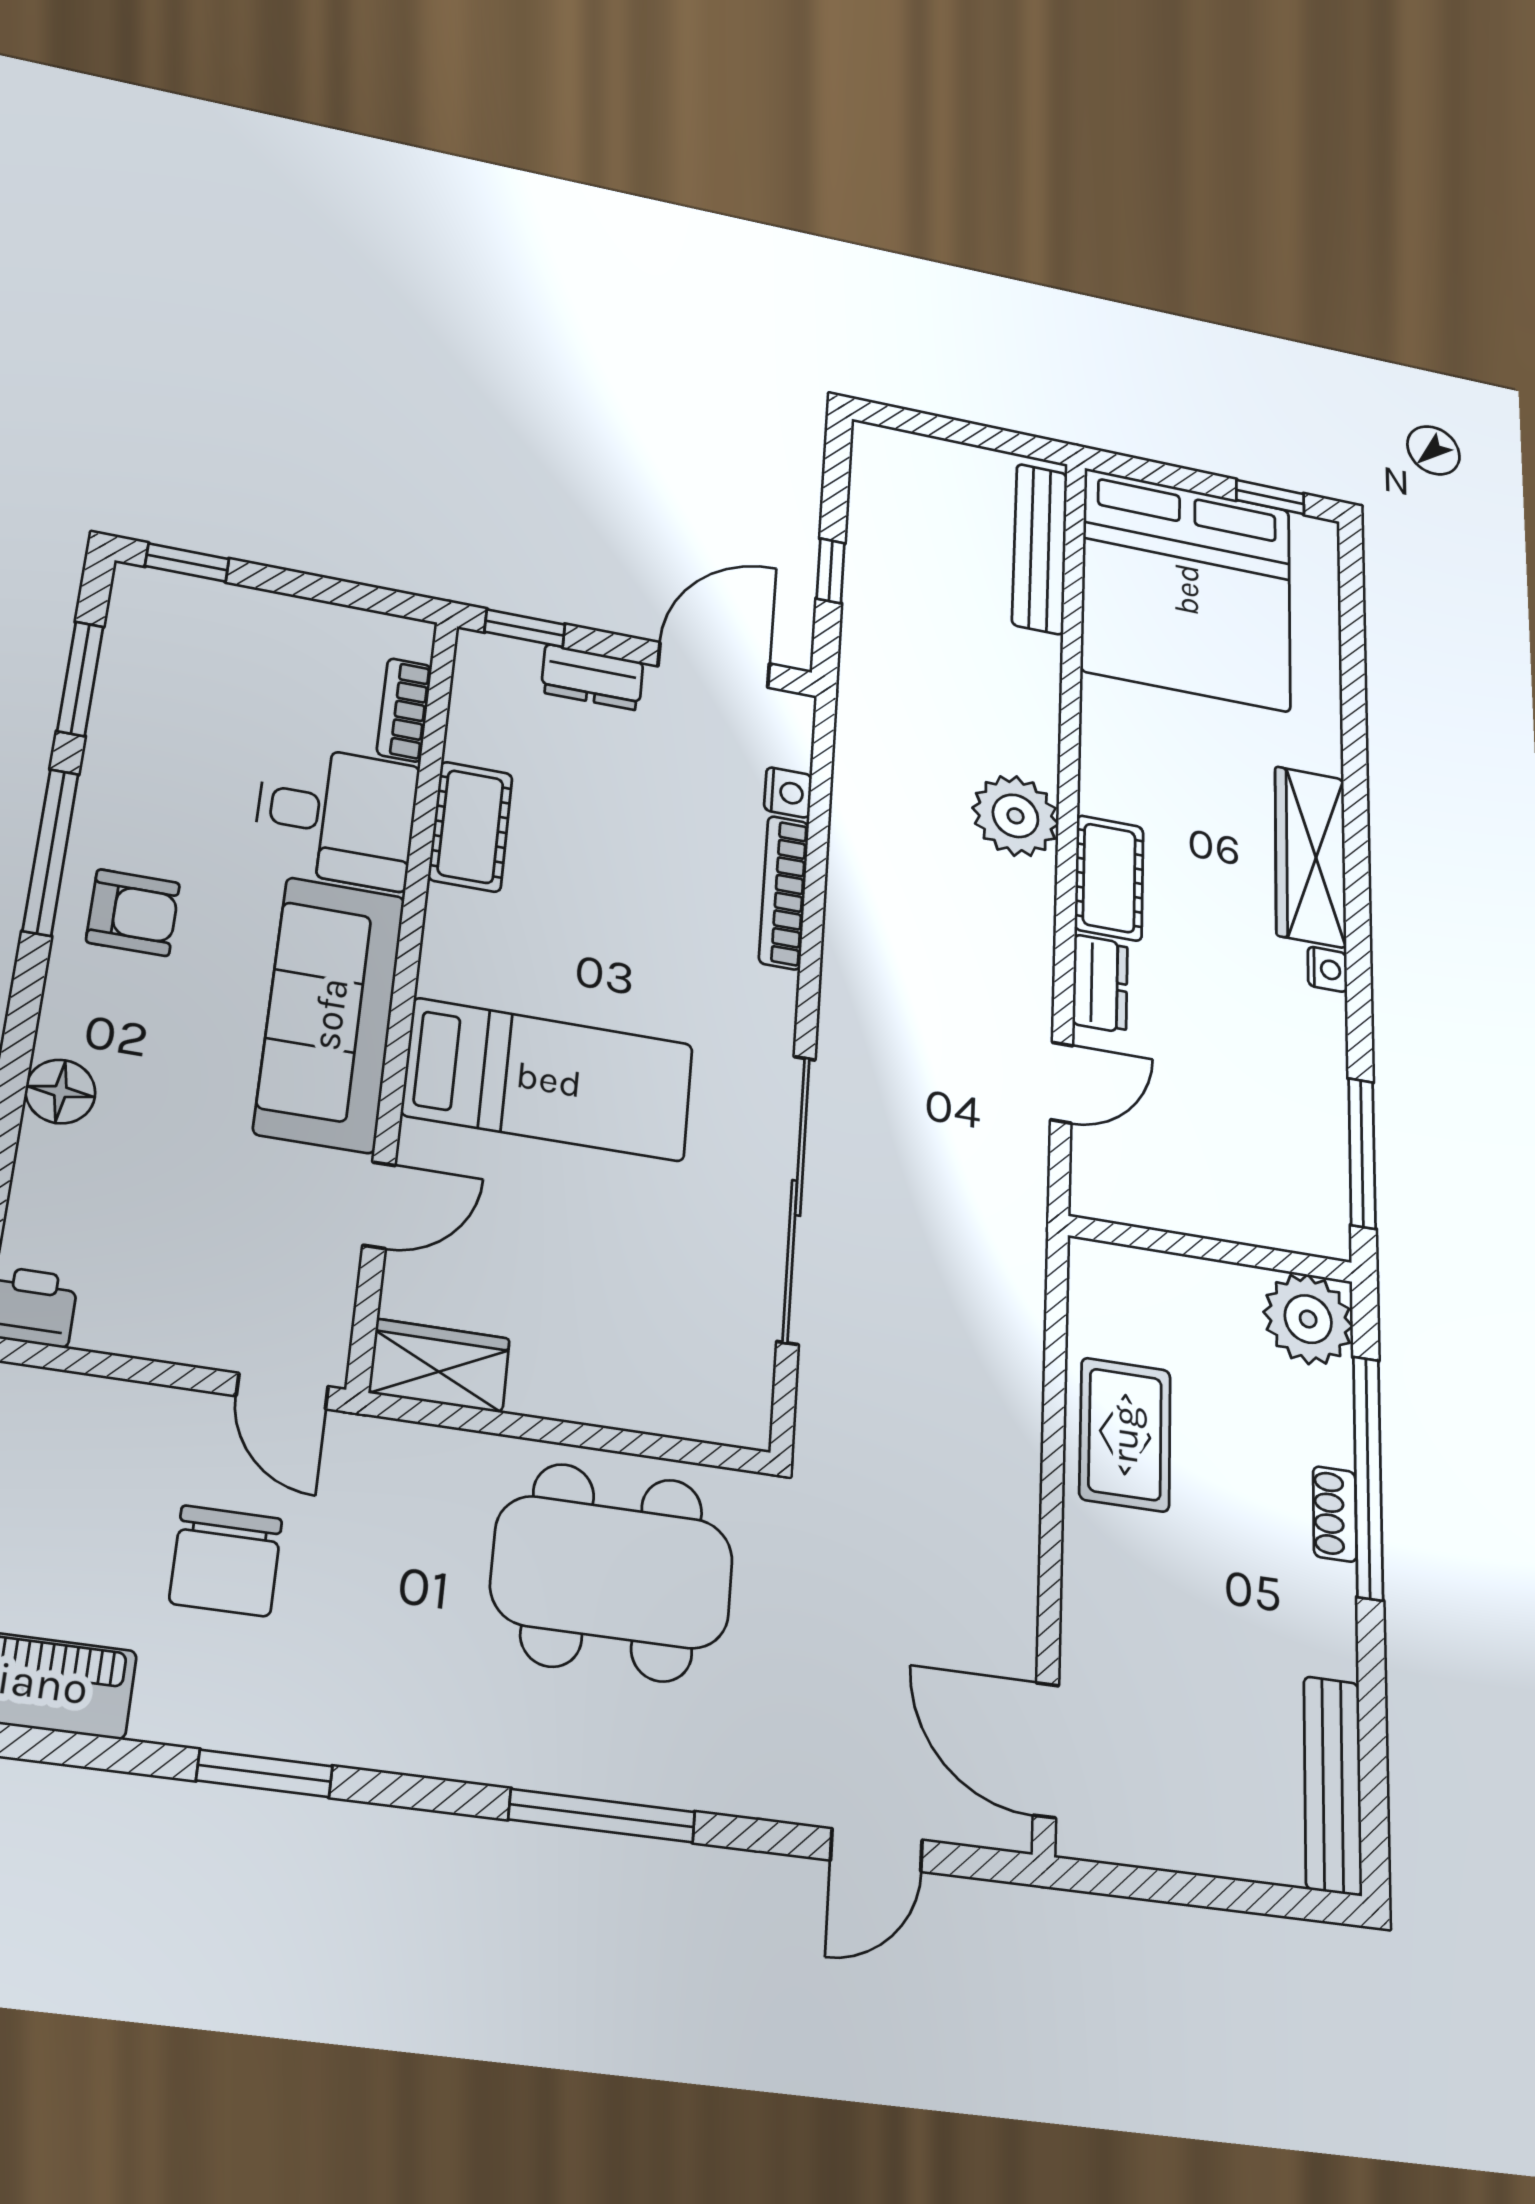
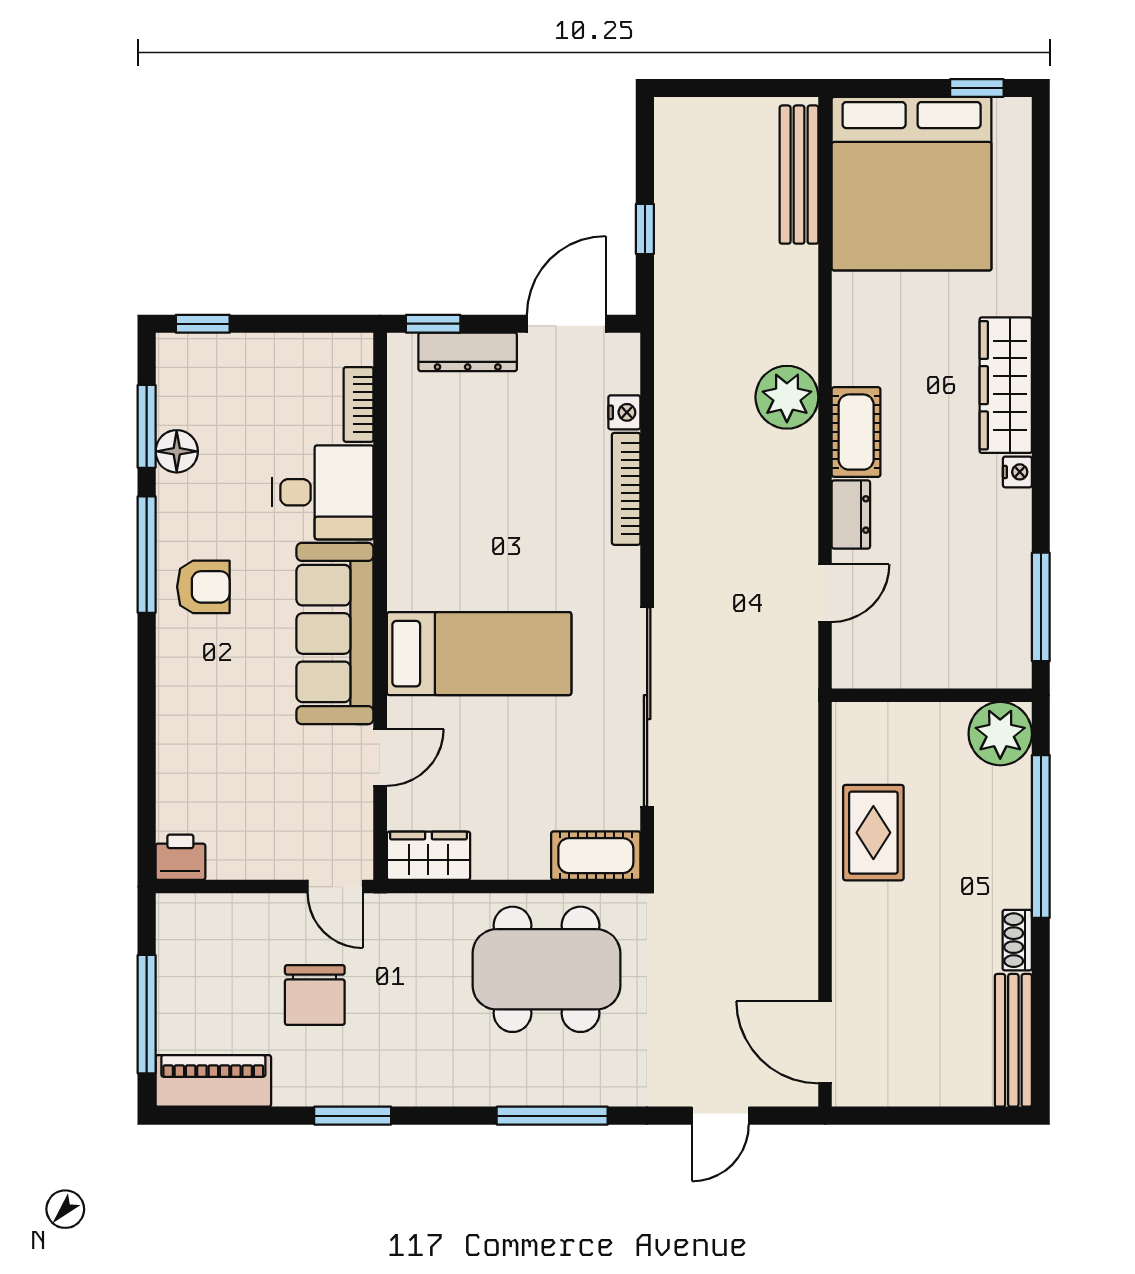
dresser: (592, 677) -> (468, 352), width x1.44
cot: (470, 827) -> (596, 856), moved, turned 90
floor lamp: (60, 1092) -> (177, 451), moved
shoe rack: (1335, 1514) -> (1017, 940), moved

